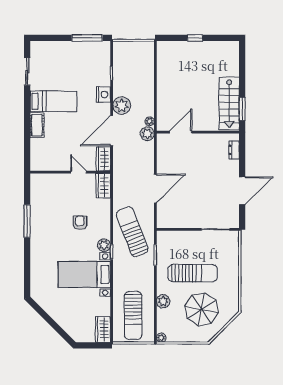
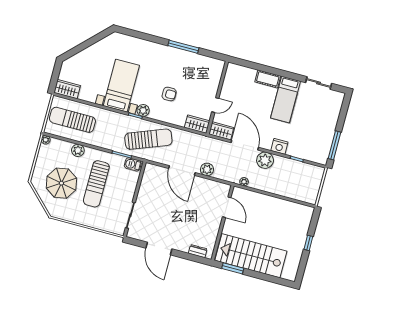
stairs: (229, 103) -> (251, 256), width x1.36, depth x1.51
plant: (147, 134) -> (207, 169), moved
barbecue: (163, 241) -> (133, 164), added

